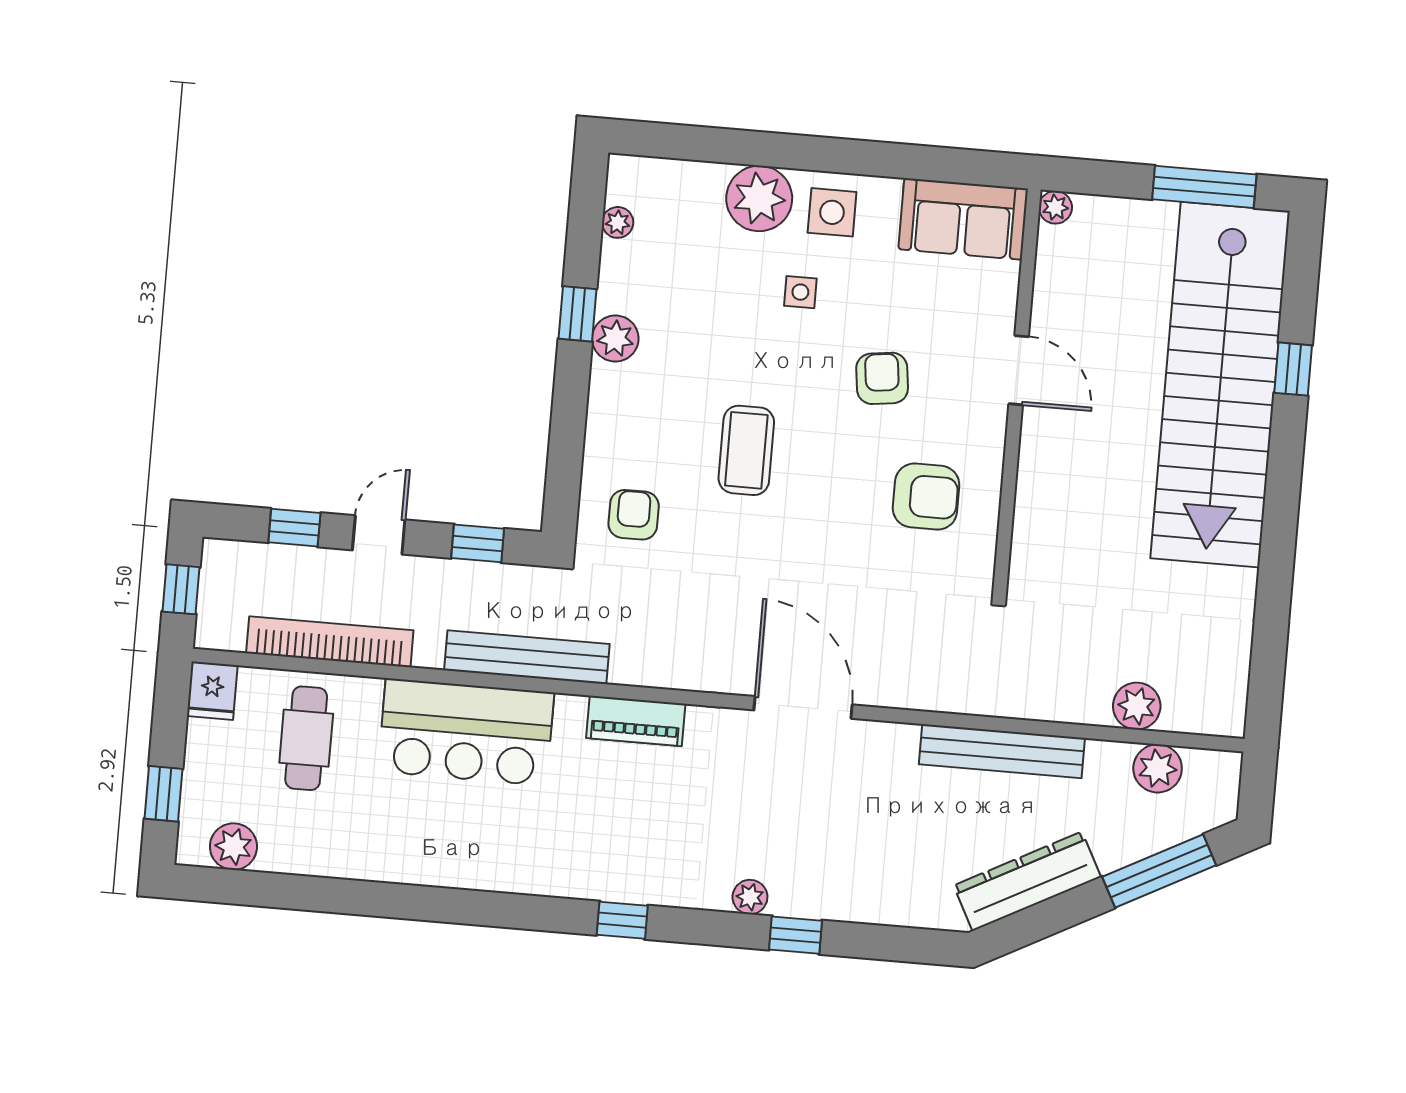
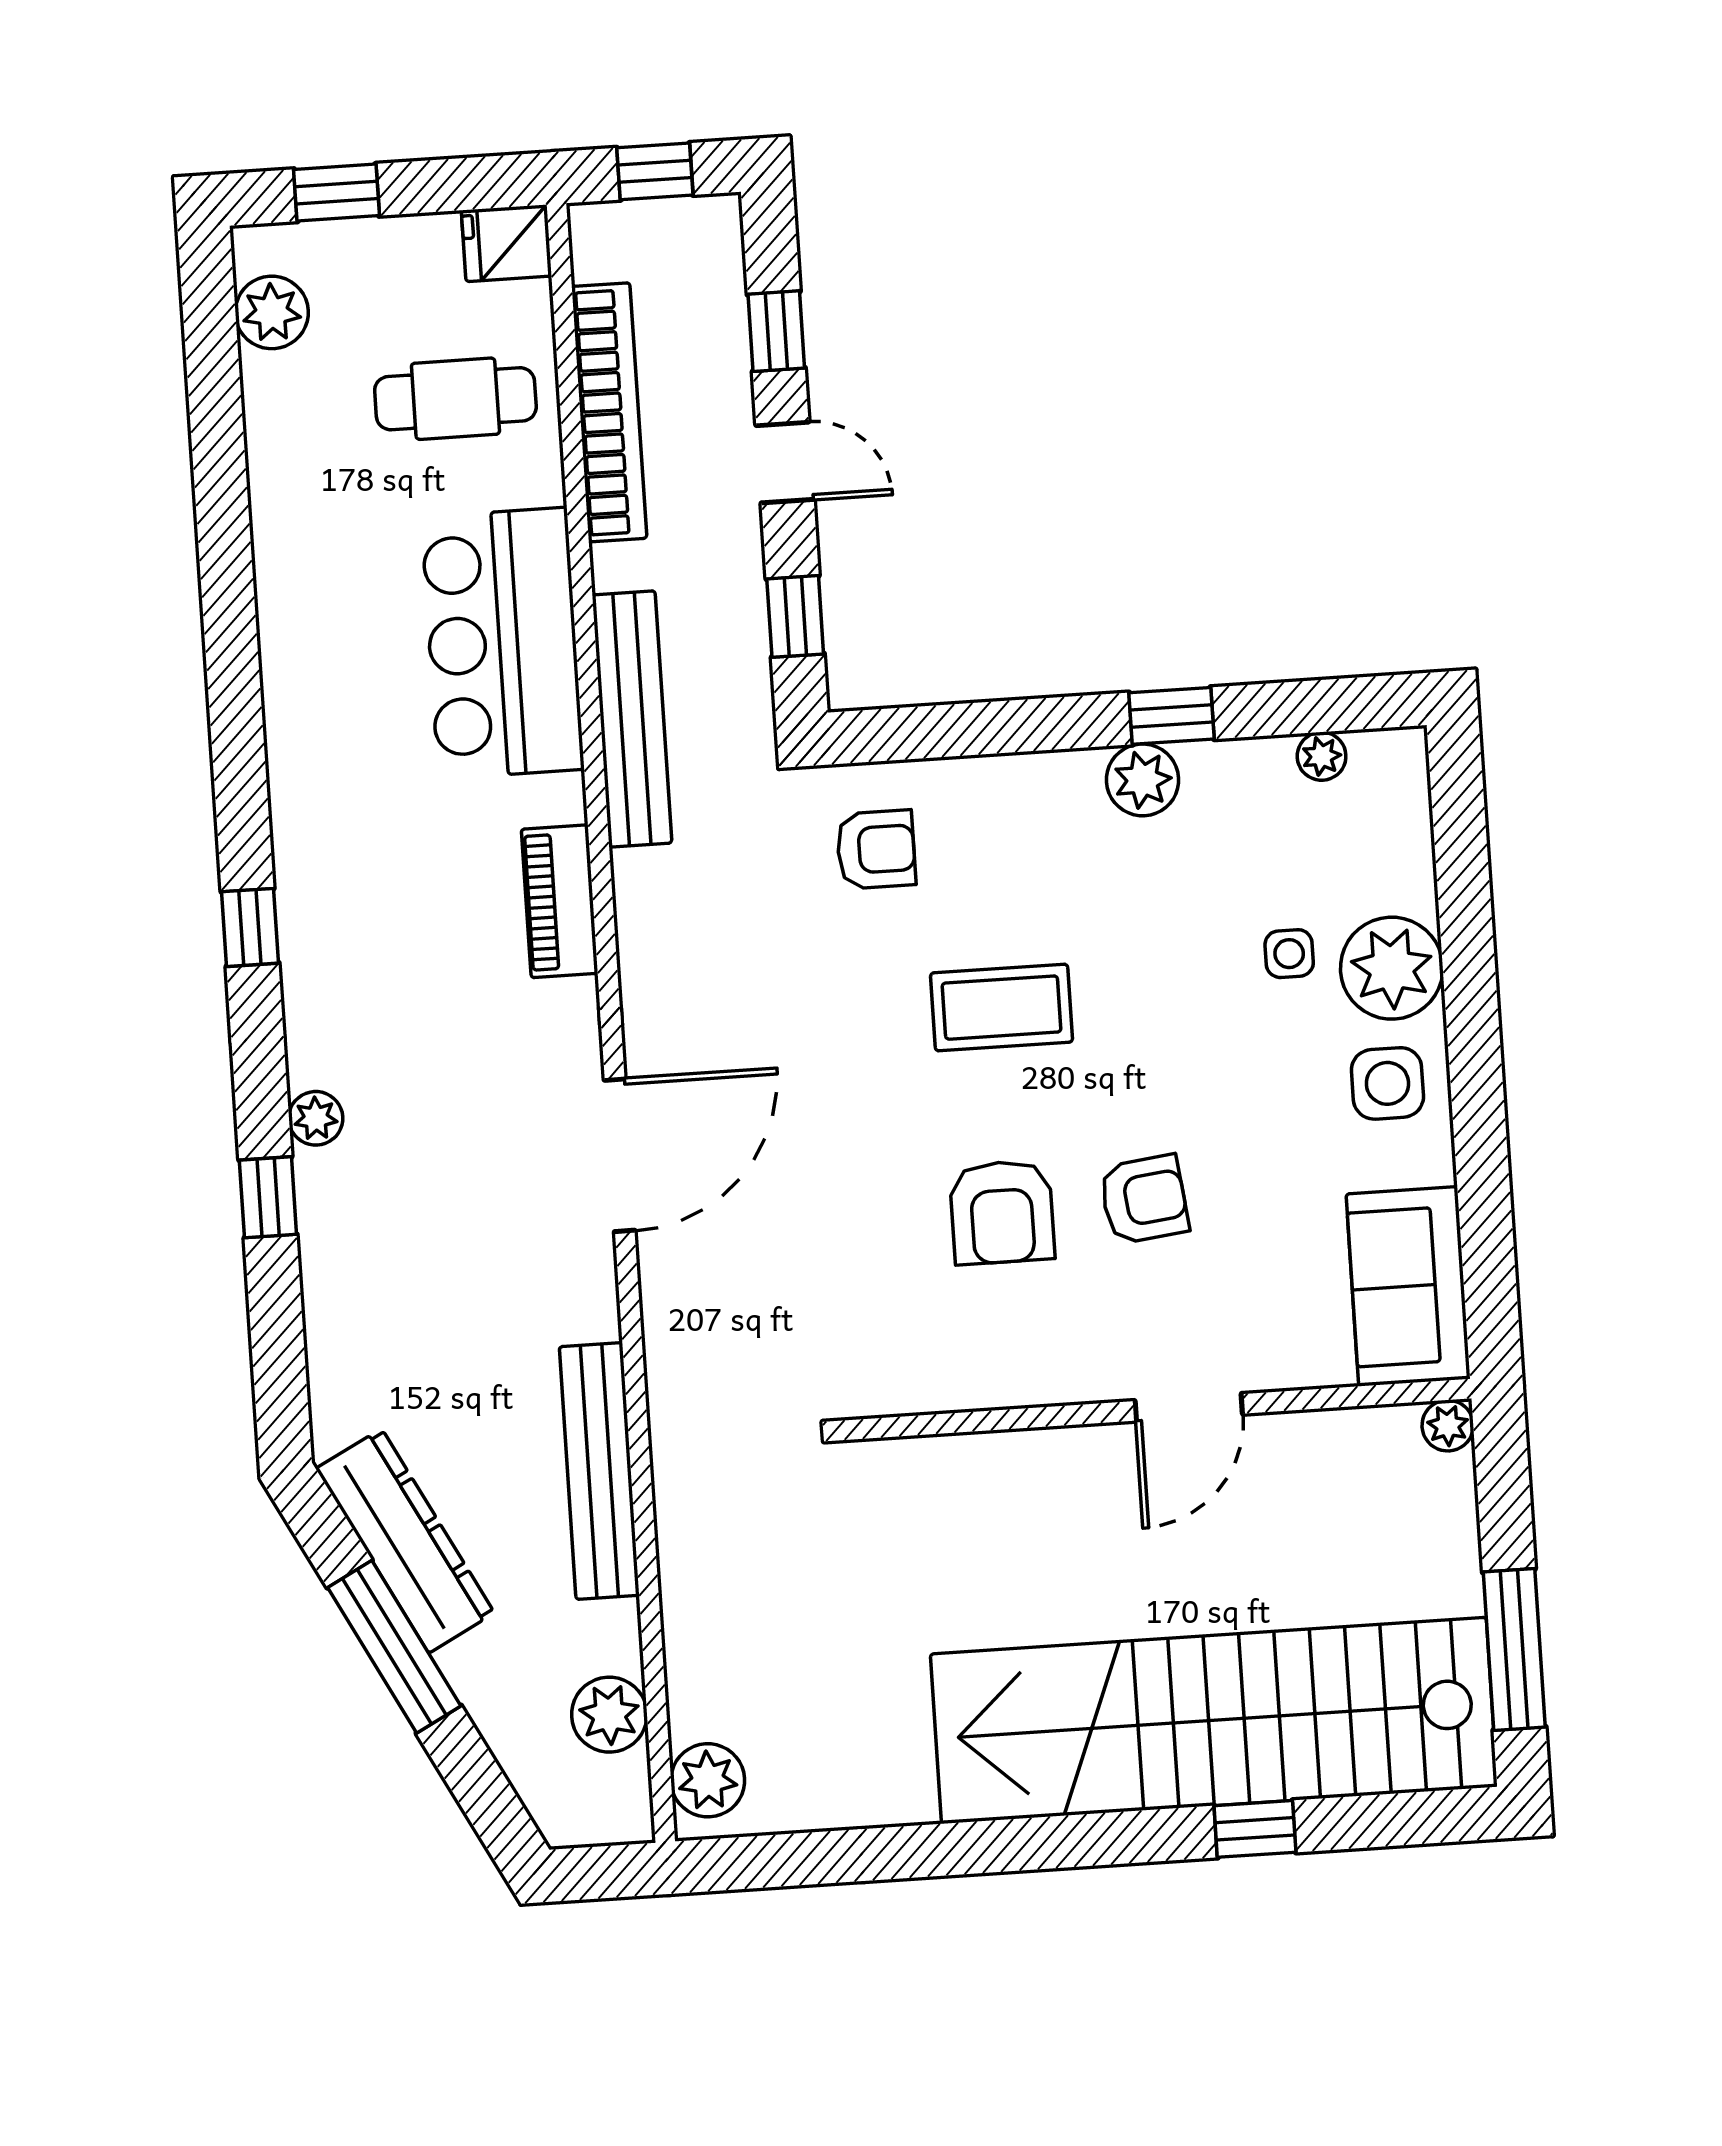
side table: (800, 292) -> (1289, 954), moved
armchair: (926, 497) -> (1002, 1212), moved
plant: (1137, 706) -> (708, 1780), moved
window: (1159, 871) -> (394, 1647), moved

